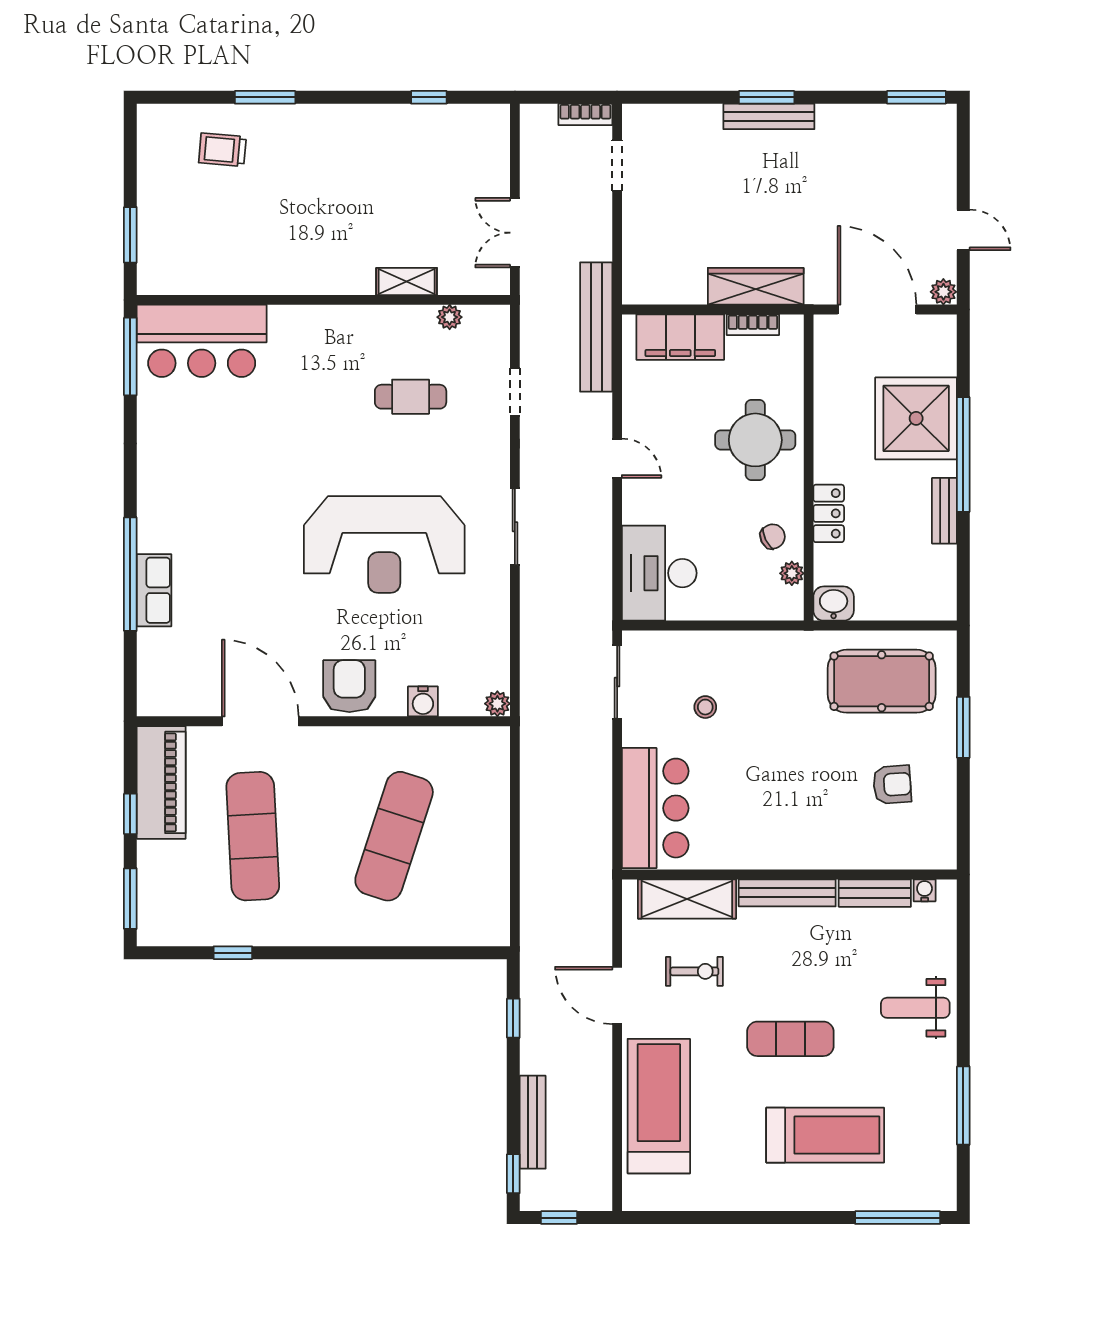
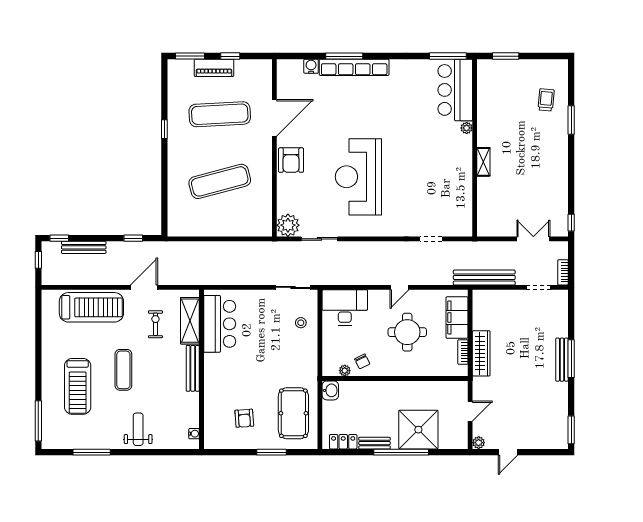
window: (429, 97) -> (571, 223), moved
window: (767, 97) -> (571, 359), width x1.44
double door: (515, 233) -> (533, 239), moved
shelving: (407, 281) -> (483, 162), moved
door: (877, 310) -> (470, 411), width x0.53
plant: (450, 317) -> (467, 128), moved
bench: (596, 327) -> (484, 278), moved
cafe table: (411, 397) -> (429, 189), removed
round table: (755, 440) -> (407, 332), moved
locker: (829, 513) -> (343, 442), moved, turned 180
sliding door: (515, 527) -> (319, 239), moved
window: (130, 574) -> (344, 56), width x0.68
row of seats: (154, 590) -> (354, 67), width x2.02
armchair: (349, 686) -> (291, 160), turned 90
water cooler: (423, 701) -> (311, 66), moved, turned 90
plant: (497, 704) -> (288, 225), width x1.87, depth x1.87
stool: (705, 707) -> (301, 323), moved
piano: (161, 782) -> (214, 68), moved, width x0.73, depth x0.75
bar counter: (655, 808) -> (220, 324), moved, turned -90
exercise mat: (394, 836) -> (220, 181), turned -33
bench: (875, 893) -> (193, 410), removed
window: (233, 953) -> (164, 129), moved
exercise bike: (694, 971) -> (155, 324), turned 180

